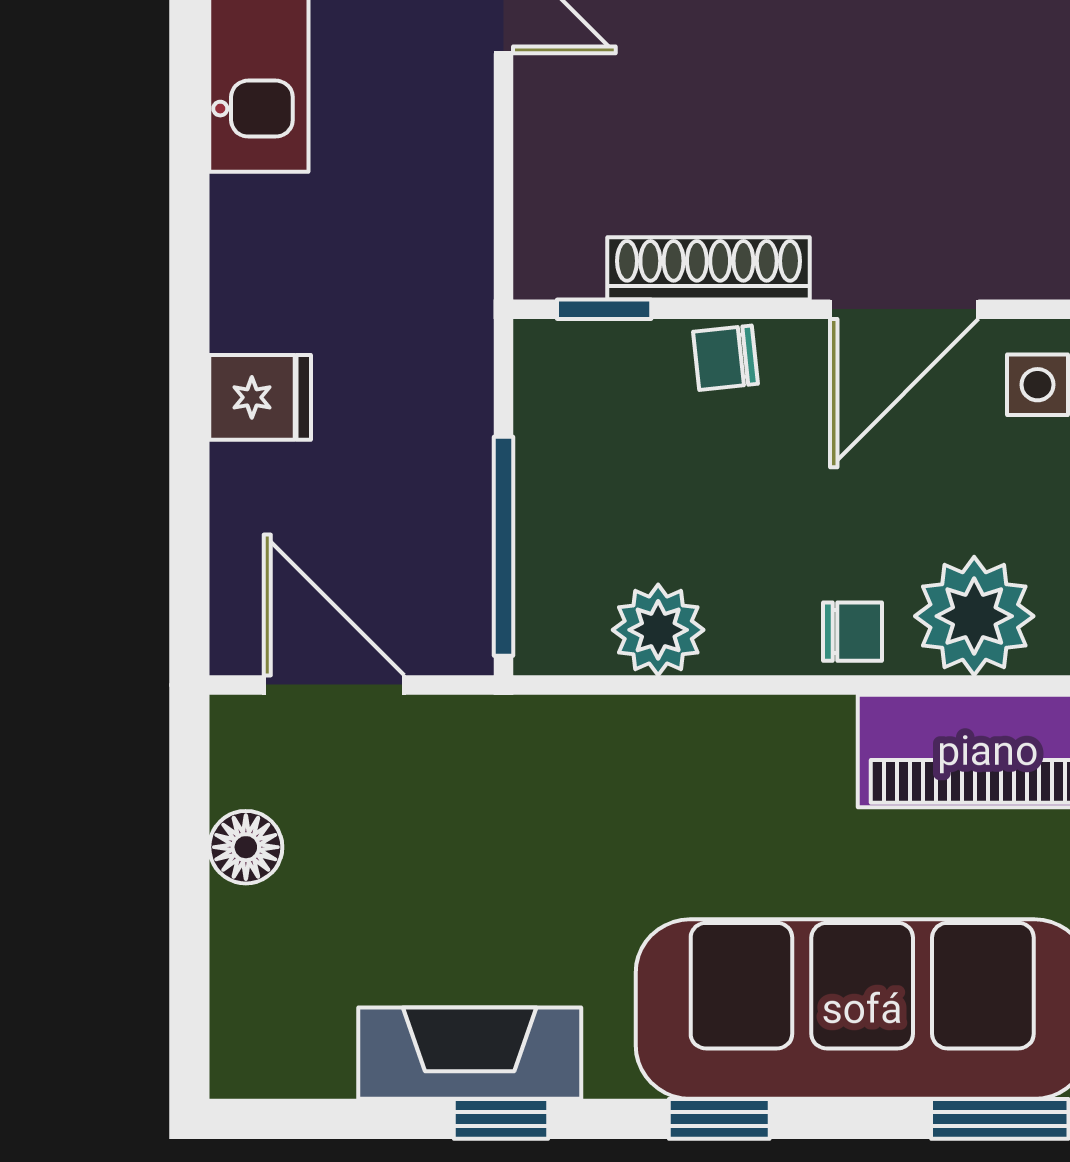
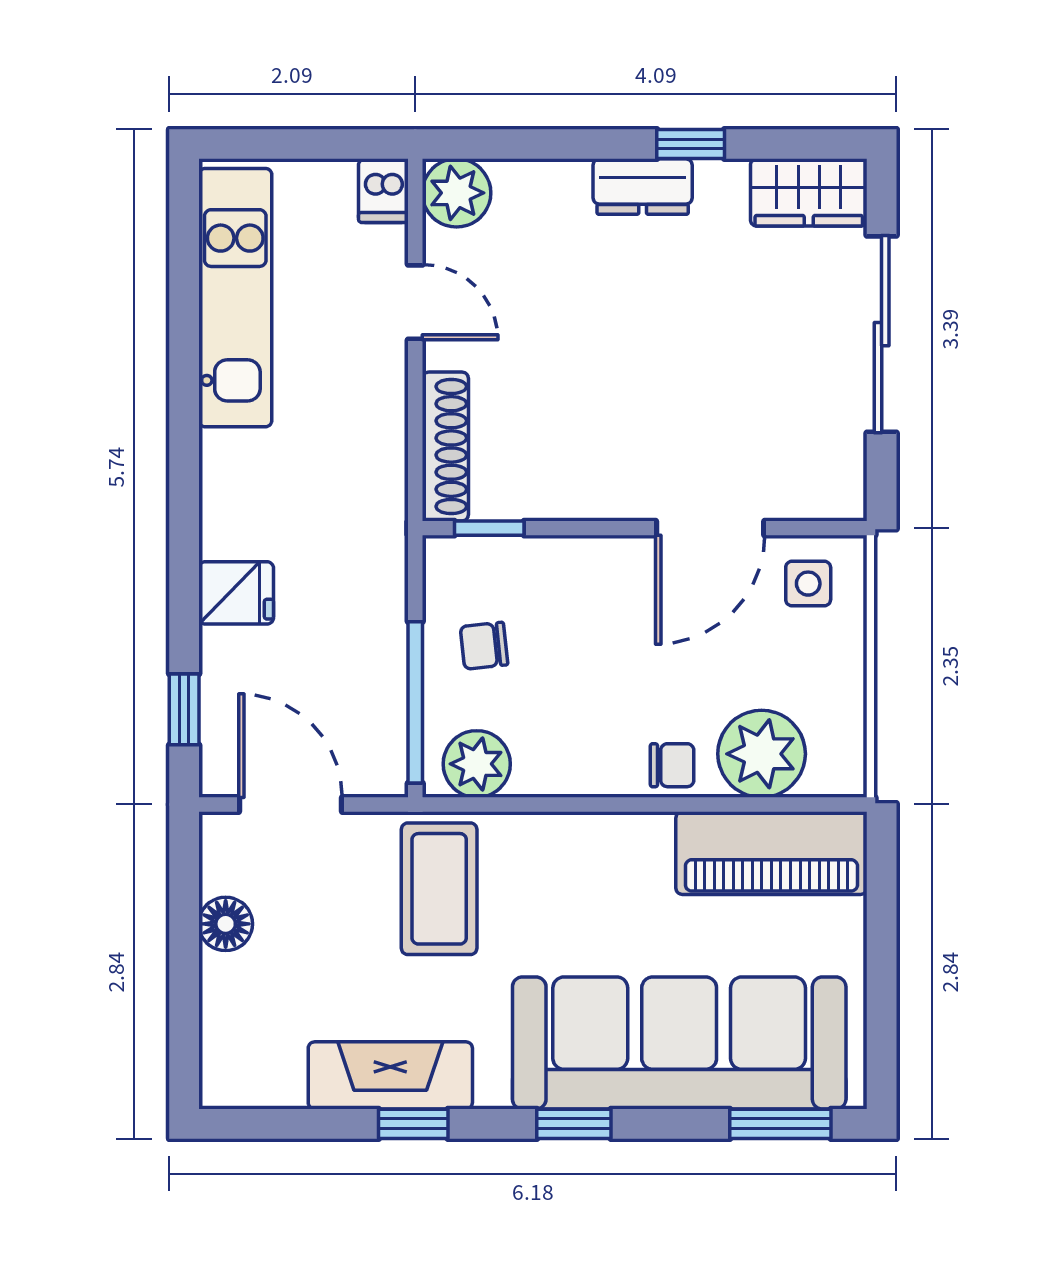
shoe rack: (709, 268) -> (445, 446), moved, turned 90
chair: (726, 358) -> (484, 646), moved
window: (189, 556) -> (184, 709), added
plant: (658, 630) -> (477, 764), moved
coffee table: (536, 799) -> (439, 889), added

